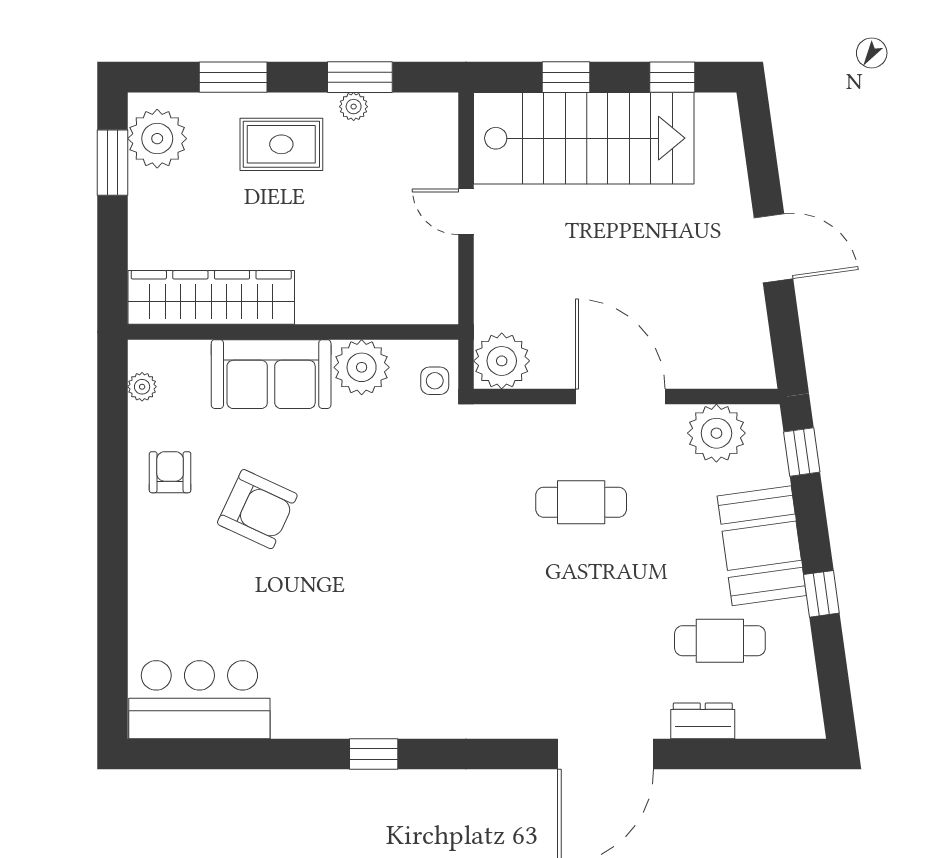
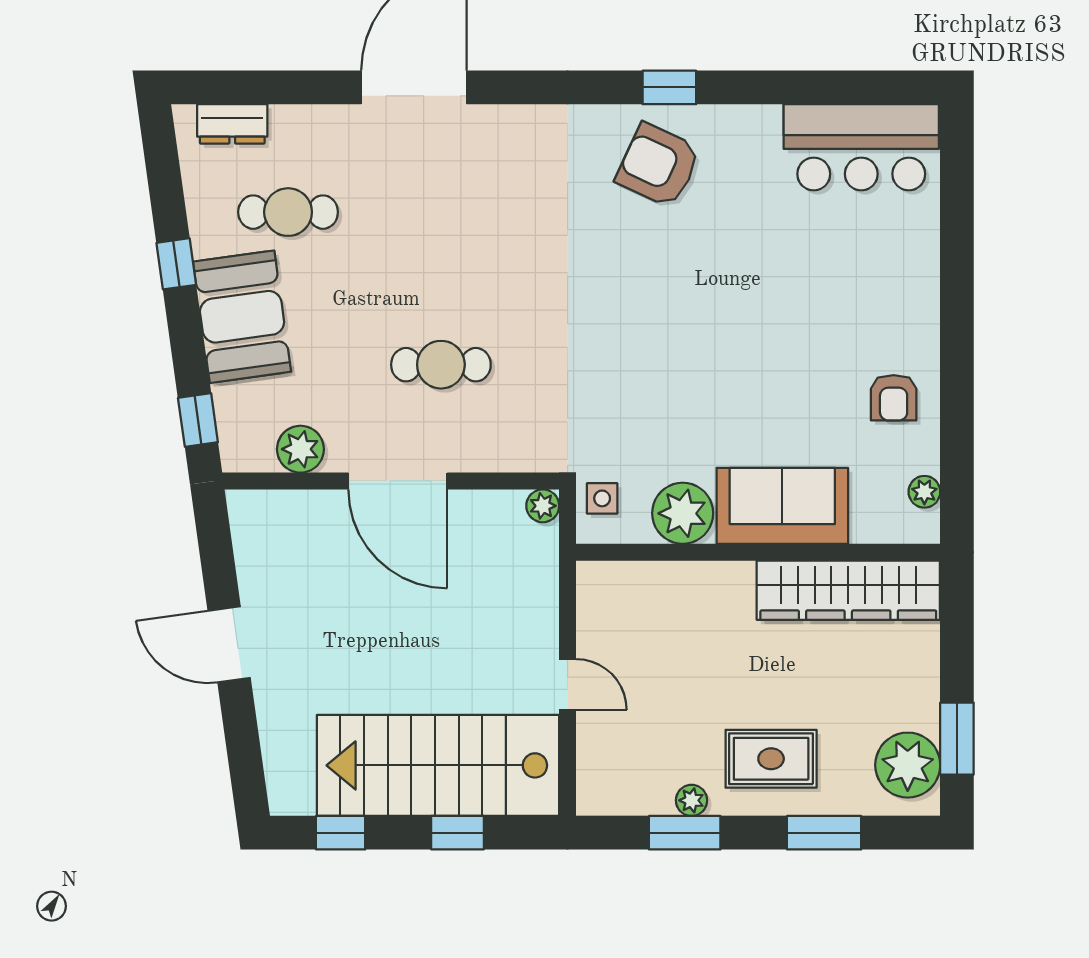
plant: (502, 361) -> (543, 506), width x0.53, depth x0.53
plant: (716, 433) -> (300, 449), width x0.73, depth x0.73
armchair: (257, 509) -> (658, 165), moved
dresser: (703, 721) -> (232, 124), moved

